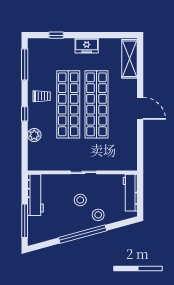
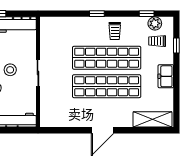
trolley: (52, 54) -> (157, 41), added
window: (25, 65) -> (147, 14), width x0.46
plant: (34, 135) -> (155, 23), moved

